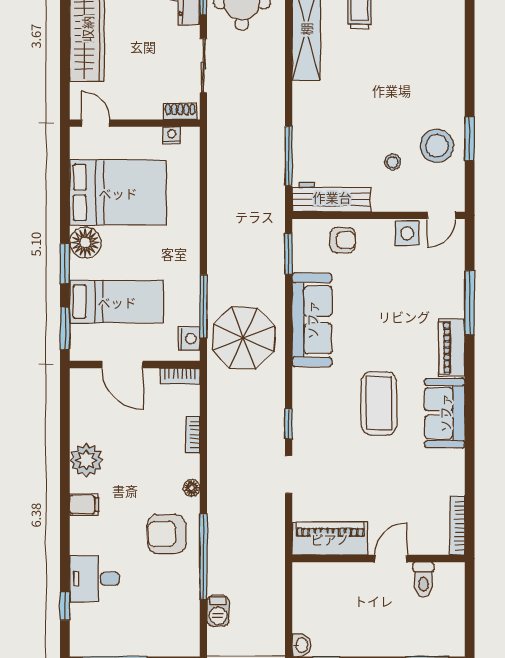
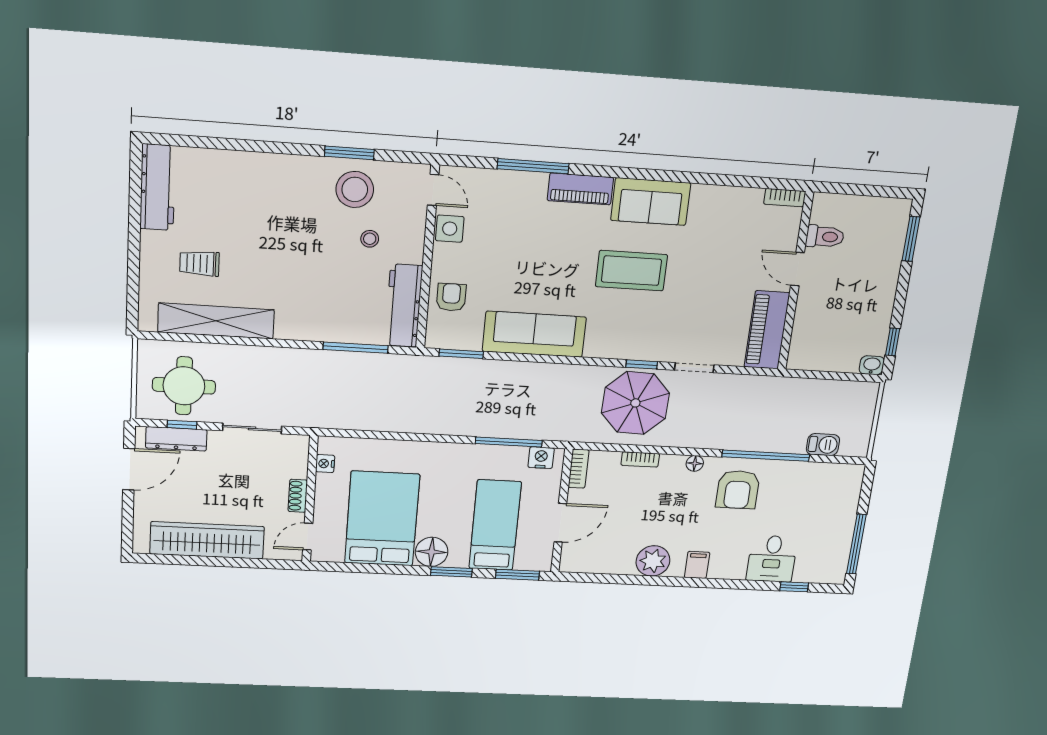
shoe rack: (180, 111) -> (298, 496), moved
parasol: (244, 338) -> (635, 403), moved
bookcase: (457, 526) -> (785, 198), width x0.64

